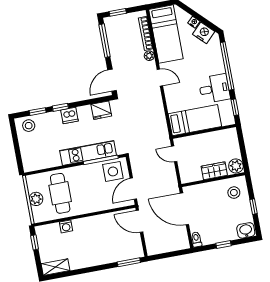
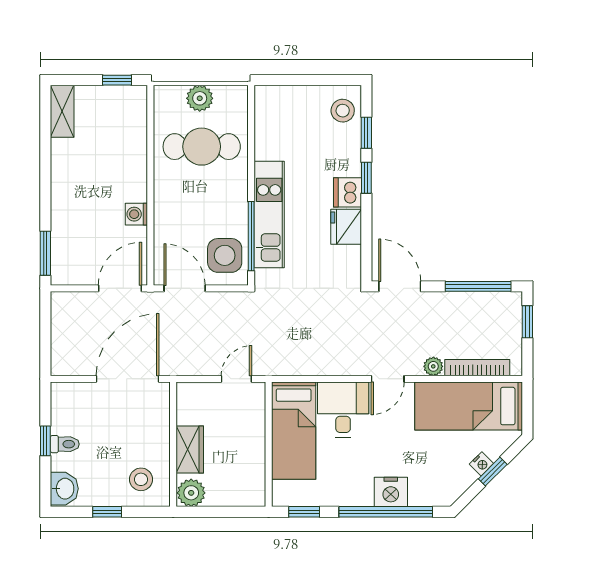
window: (197, 16) -> (493, 472), added
nightstand: (204, 33) -> (391, 492), moved, turned 45
desk: (214, 89) -> (343, 409), moved, turned 180
fridge: (101, 110) -> (346, 227), moved
washing machine: (66, 226) -> (136, 214), moved
toilet: (196, 239) -> (65, 444), moved

